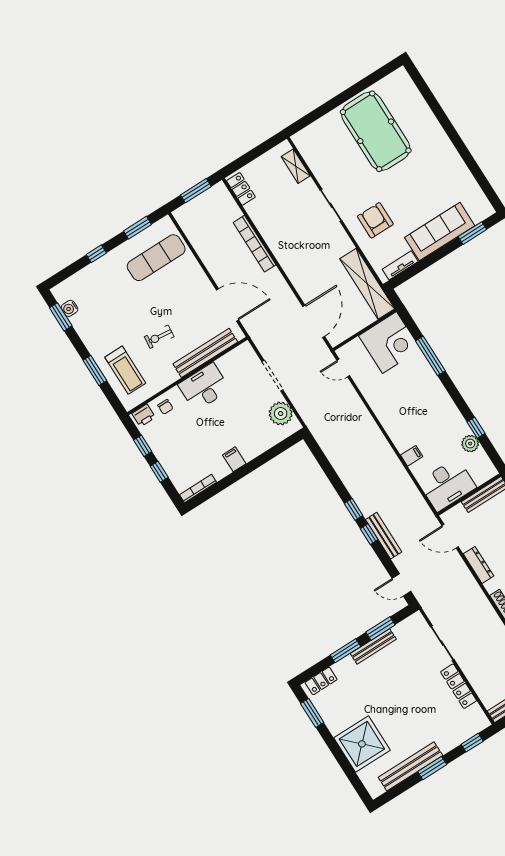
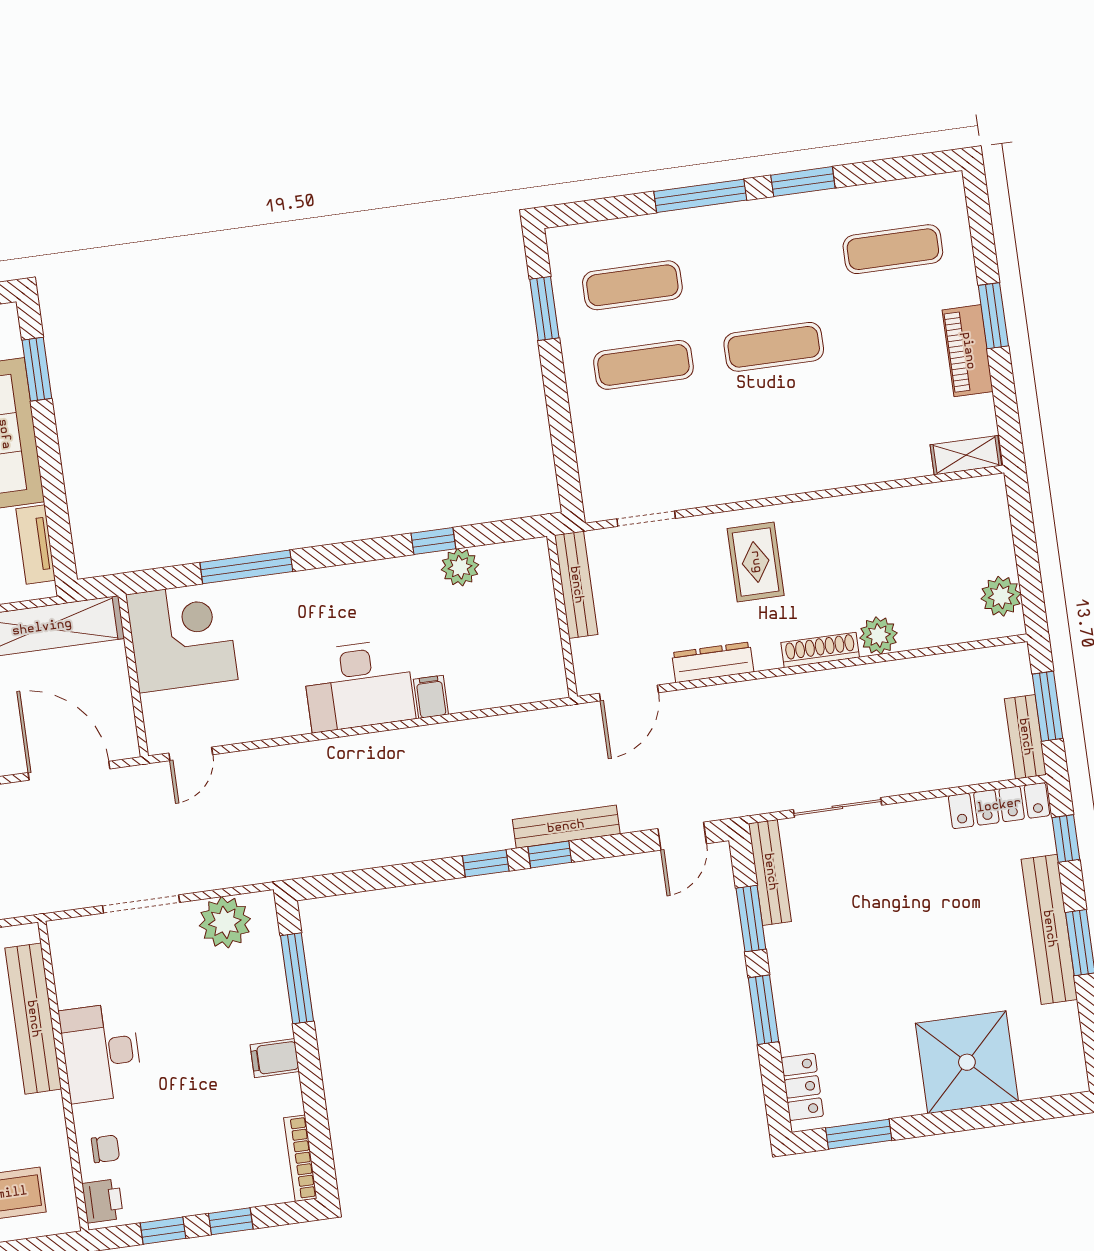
window: (271, 454) -> (297, 978), added
desk: (447, 485) -> (359, 685), moved, turned 90
bench: (373, 646) -> (770, 872), moved
locker: (459, 686) -> (999, 806), moved
bench: (410, 766) -> (1049, 929), moved

